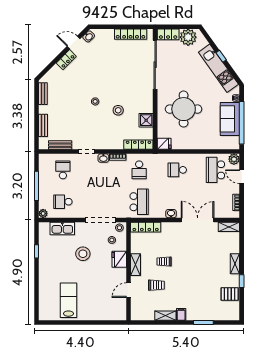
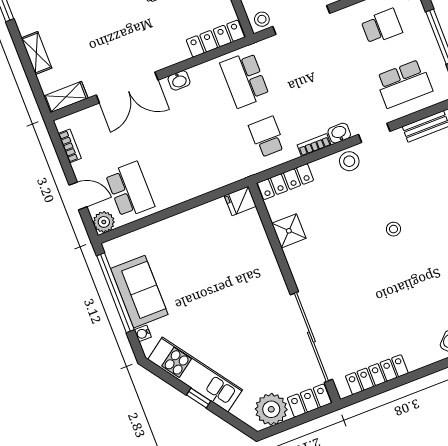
round table: (184, 109) -> (229, 277), removed
stool: (118, 110) -> (349, 161), moved
school desk: (63, 170) -> (404, 84), width x1.85
school desk: (177, 170) -> (198, 163), removed
shelving: (235, 264) -> (36, 53), moved

